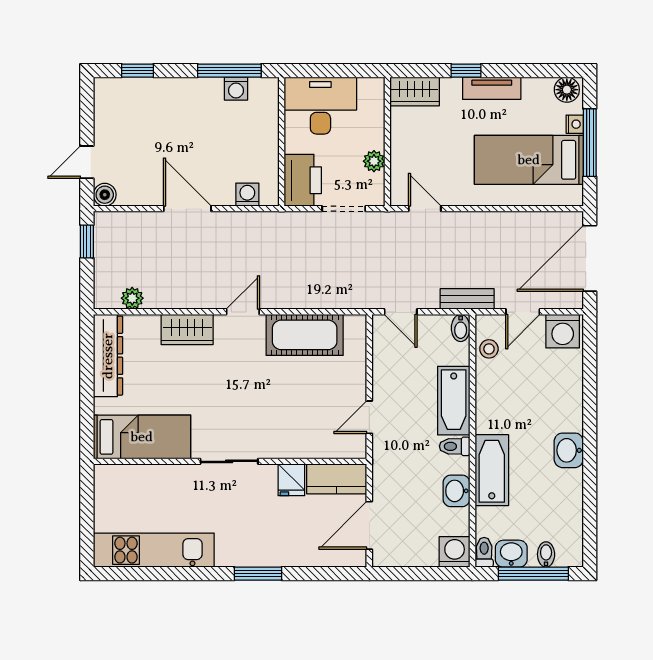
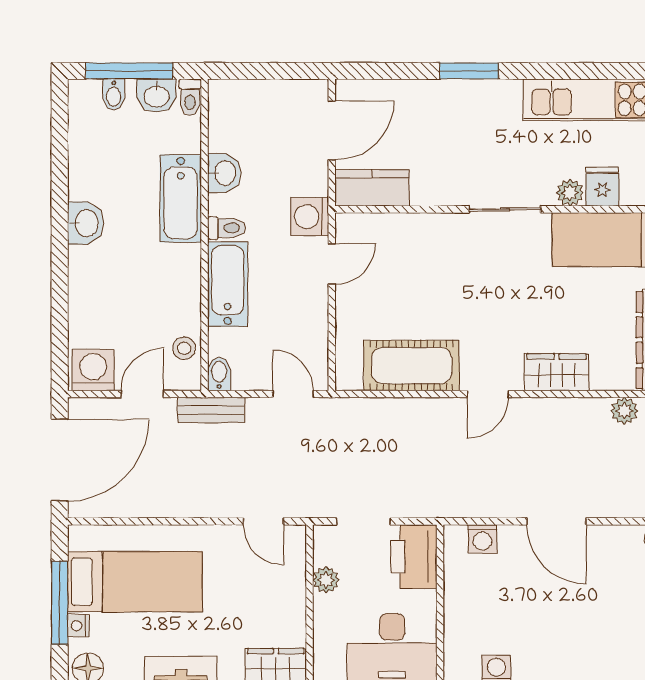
plant: (176, 475) -> (570, 193), added
fridge: (291, 480) -> (602, 187), moved
washing machine: (455, 552) -> (310, 217), moved, turned 90

